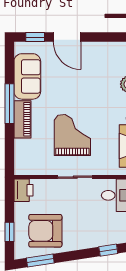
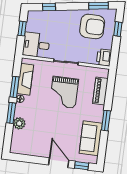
window: (9, 104) -> (106, 121), width x0.69
piano: (22, 119) -> (100, 91), moved

